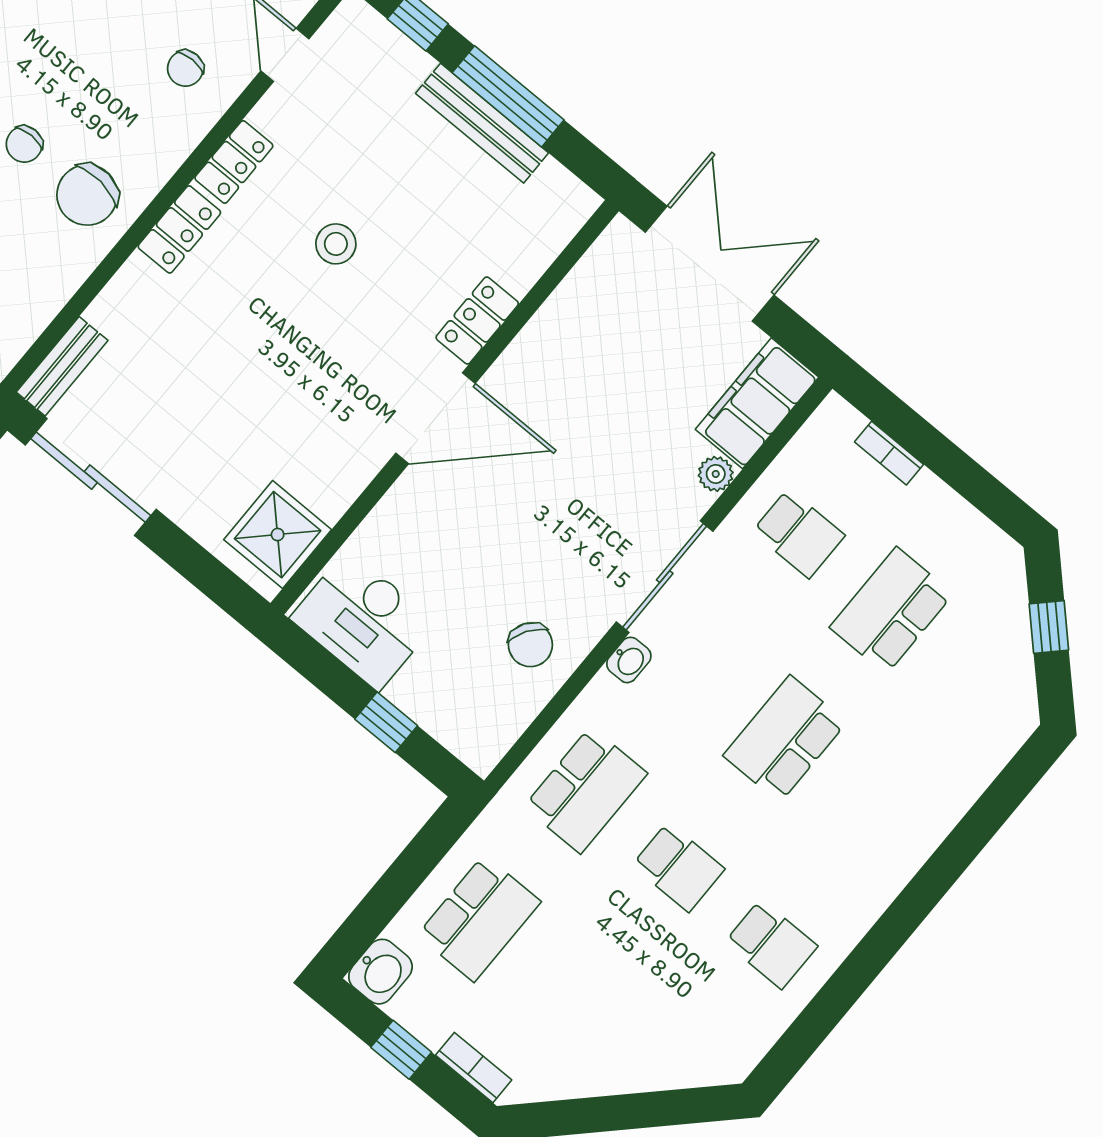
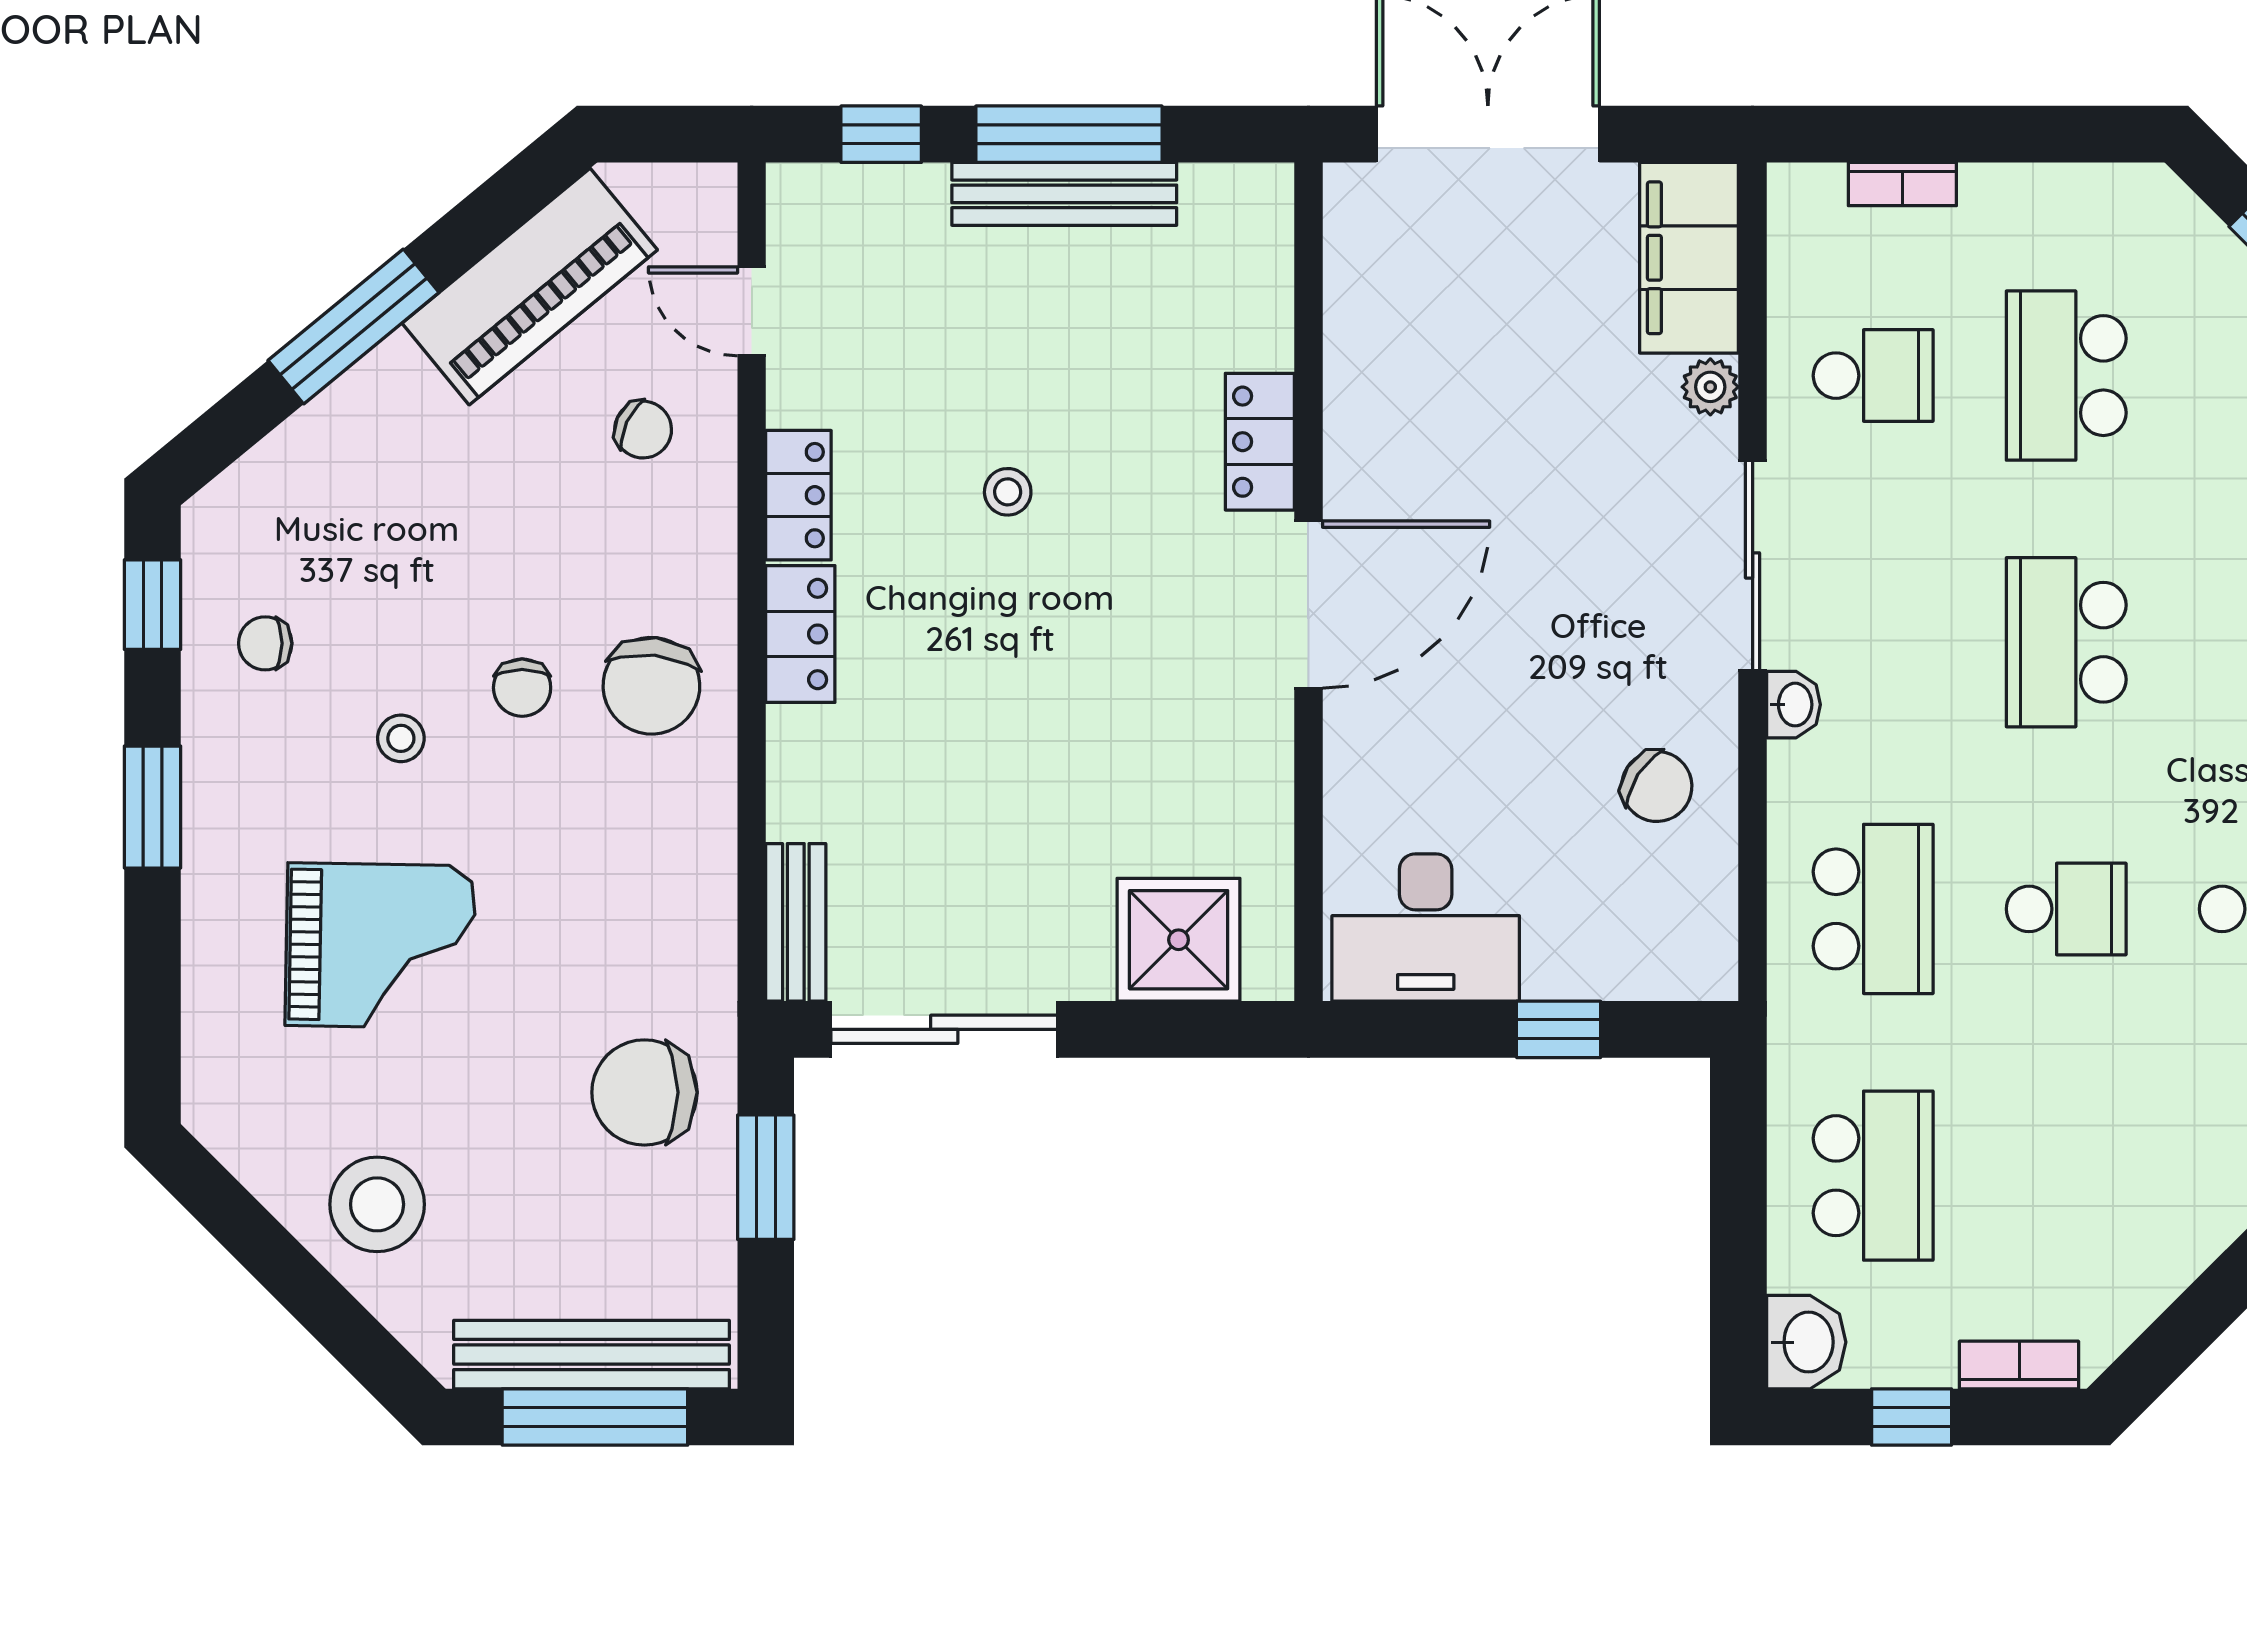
chair: (185, 68) -> (643, 430), turned -65
stool: (336, 244) -> (1008, 492), width x0.73, depth x0.73
shower: (278, 535) -> (1179, 940), moved

